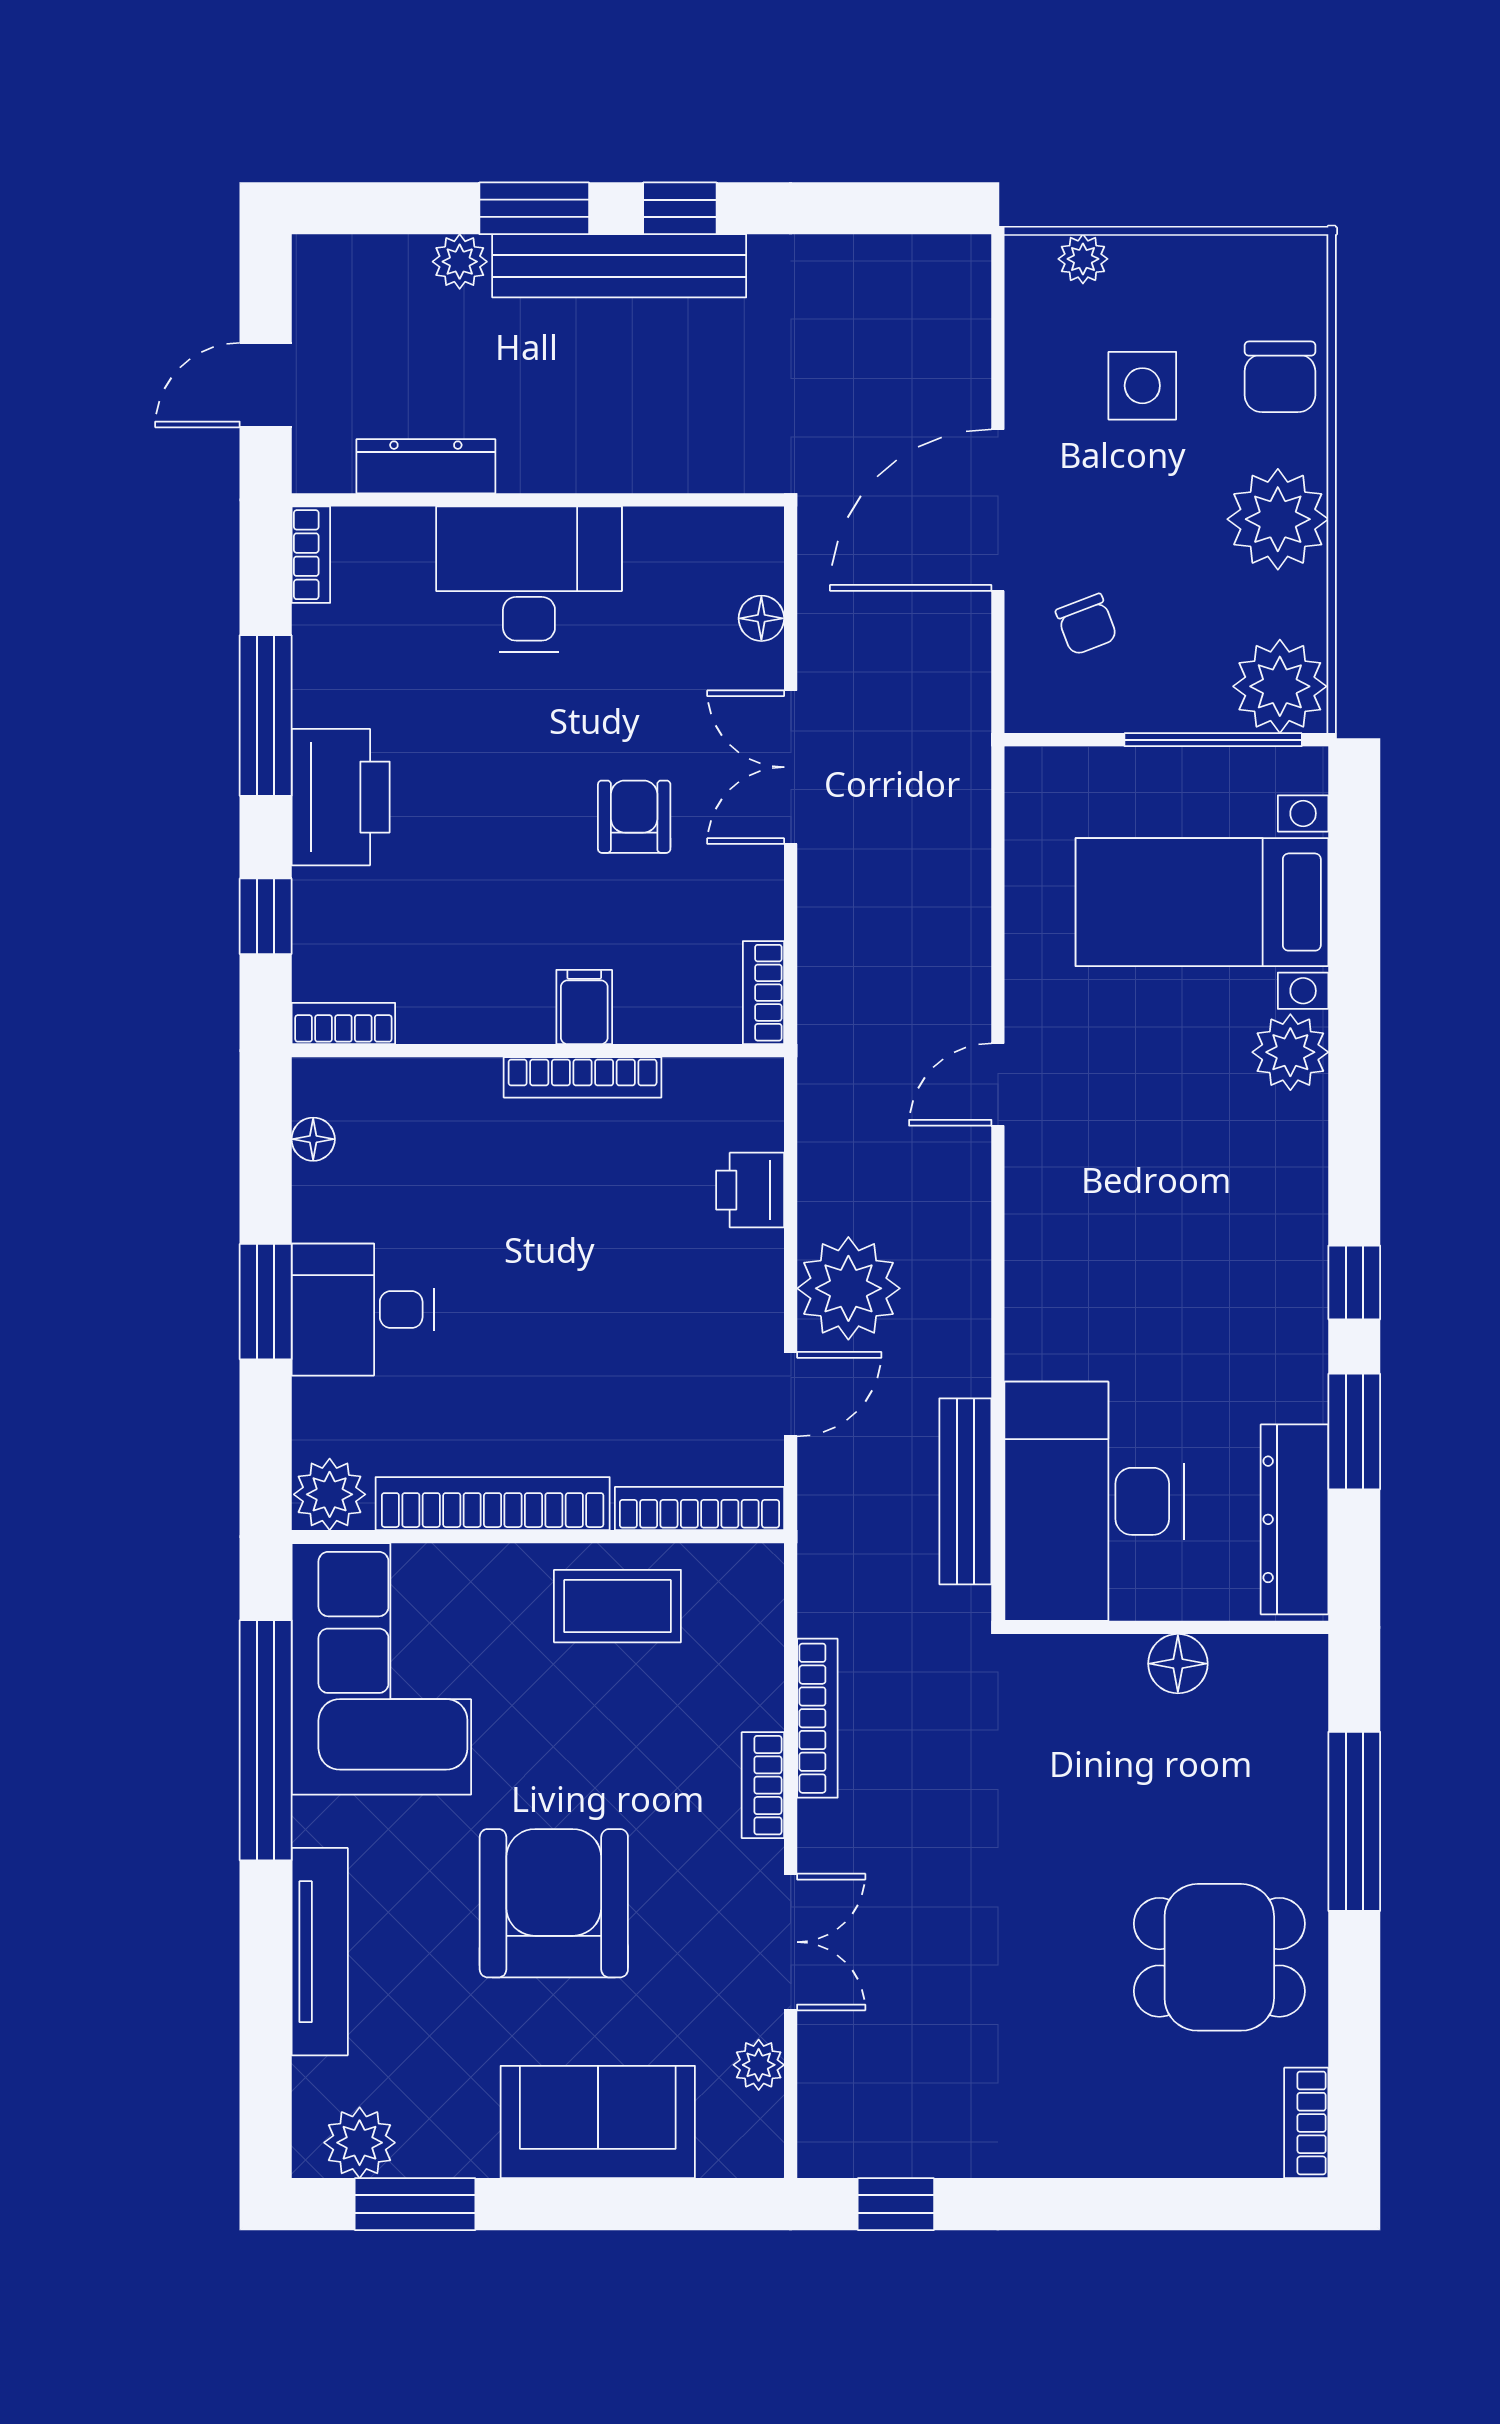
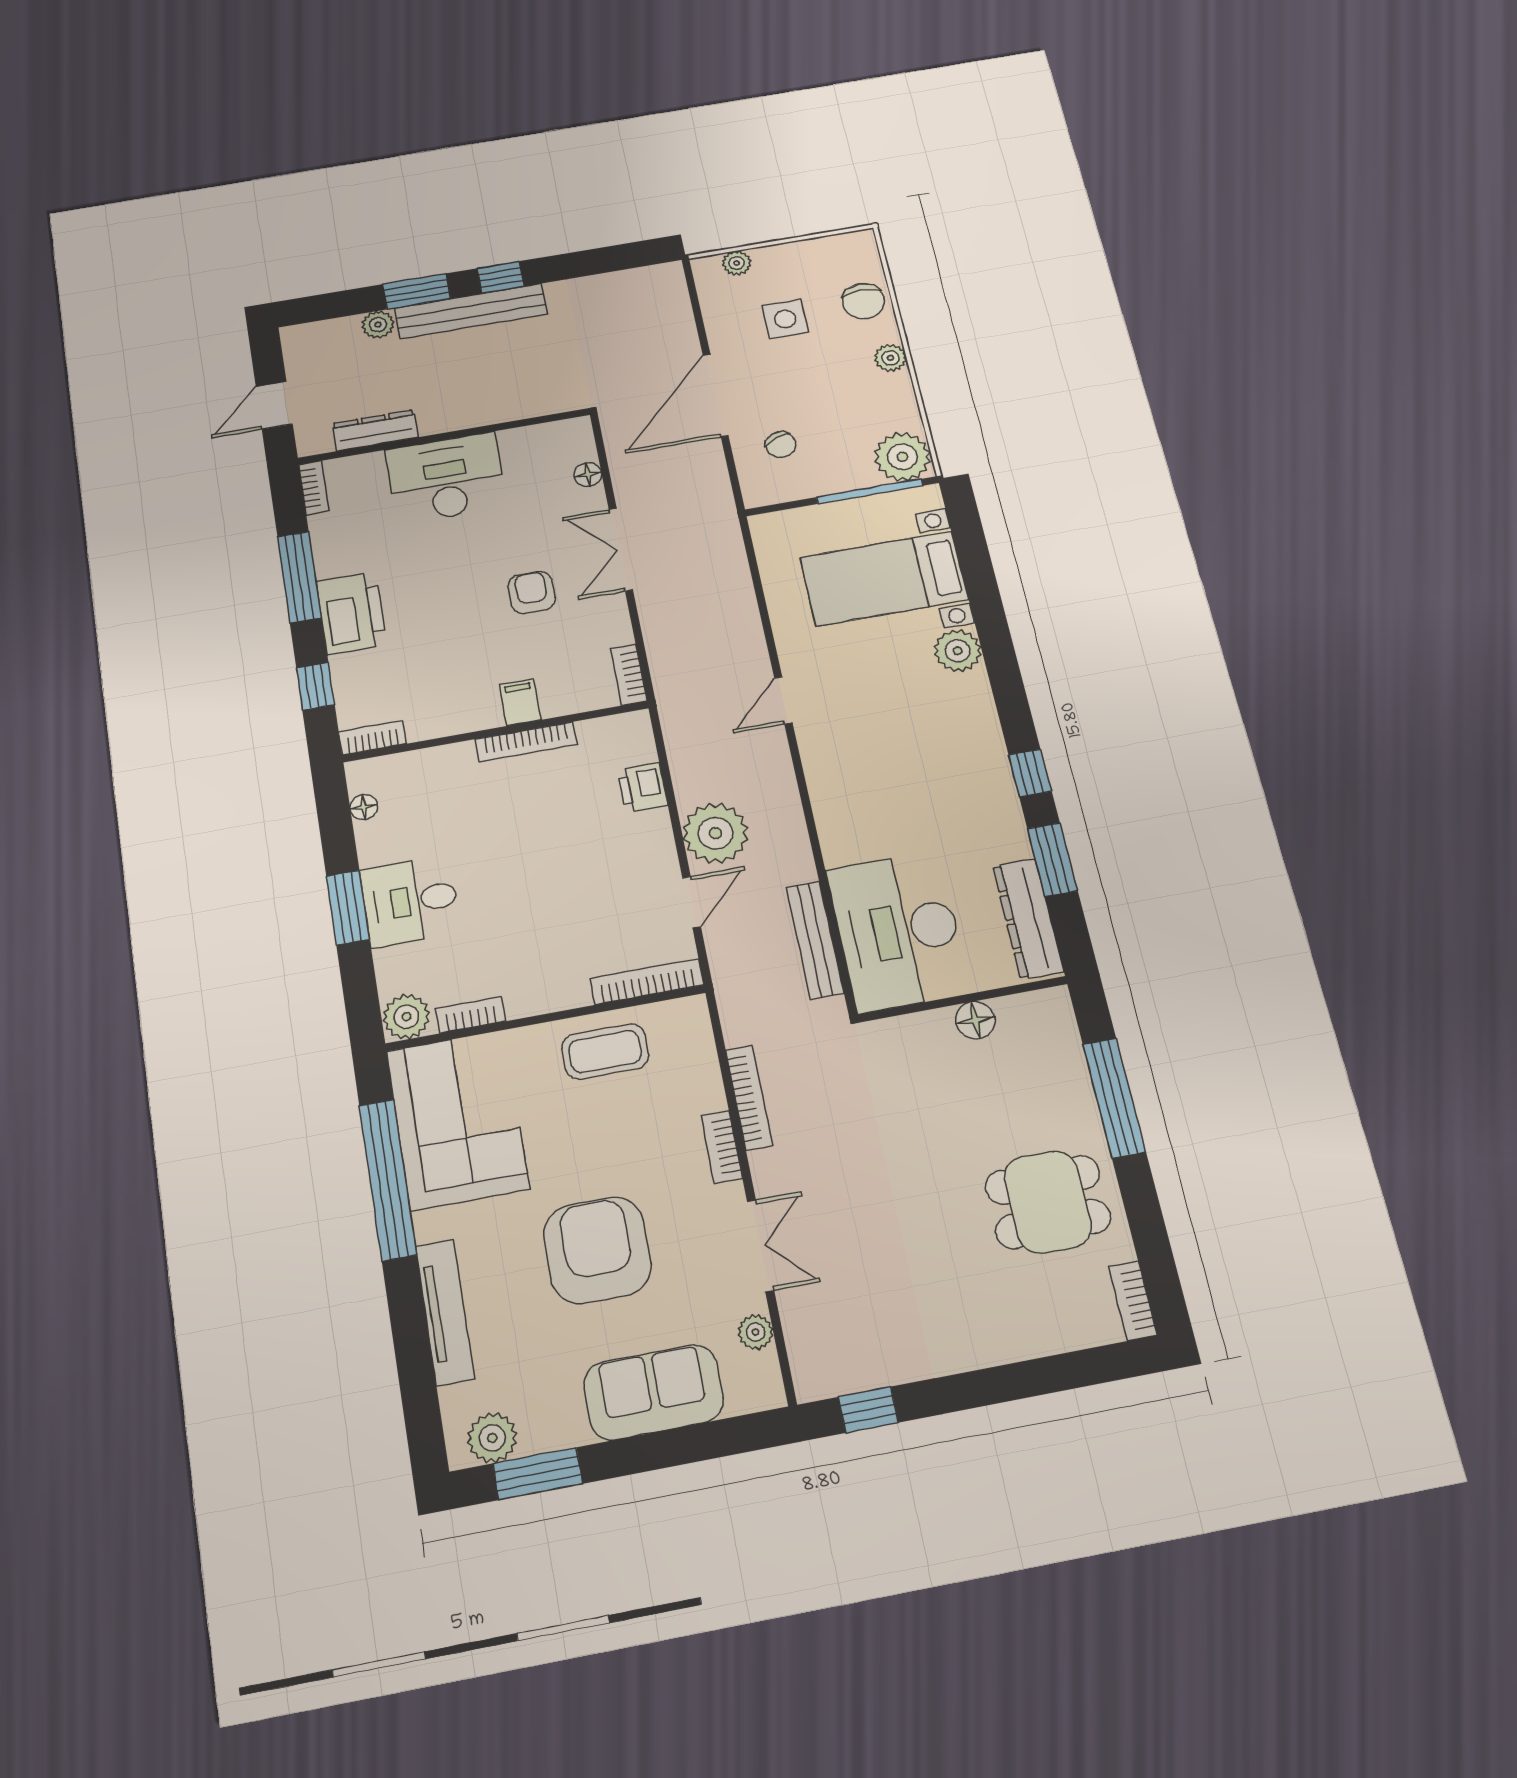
plant: (1278, 519) -> (890, 358), width x0.53, depth x0.53
bookcase: (493, 1504) -> (471, 1015), width x0.43, depth x0.76

